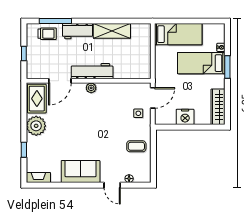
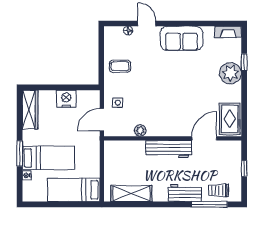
shelving: (112, 31) -> (131, 193), moved
plant: (91, 88) -> (140, 131), moved
plant: (36, 126) -> (231, 73), moved

